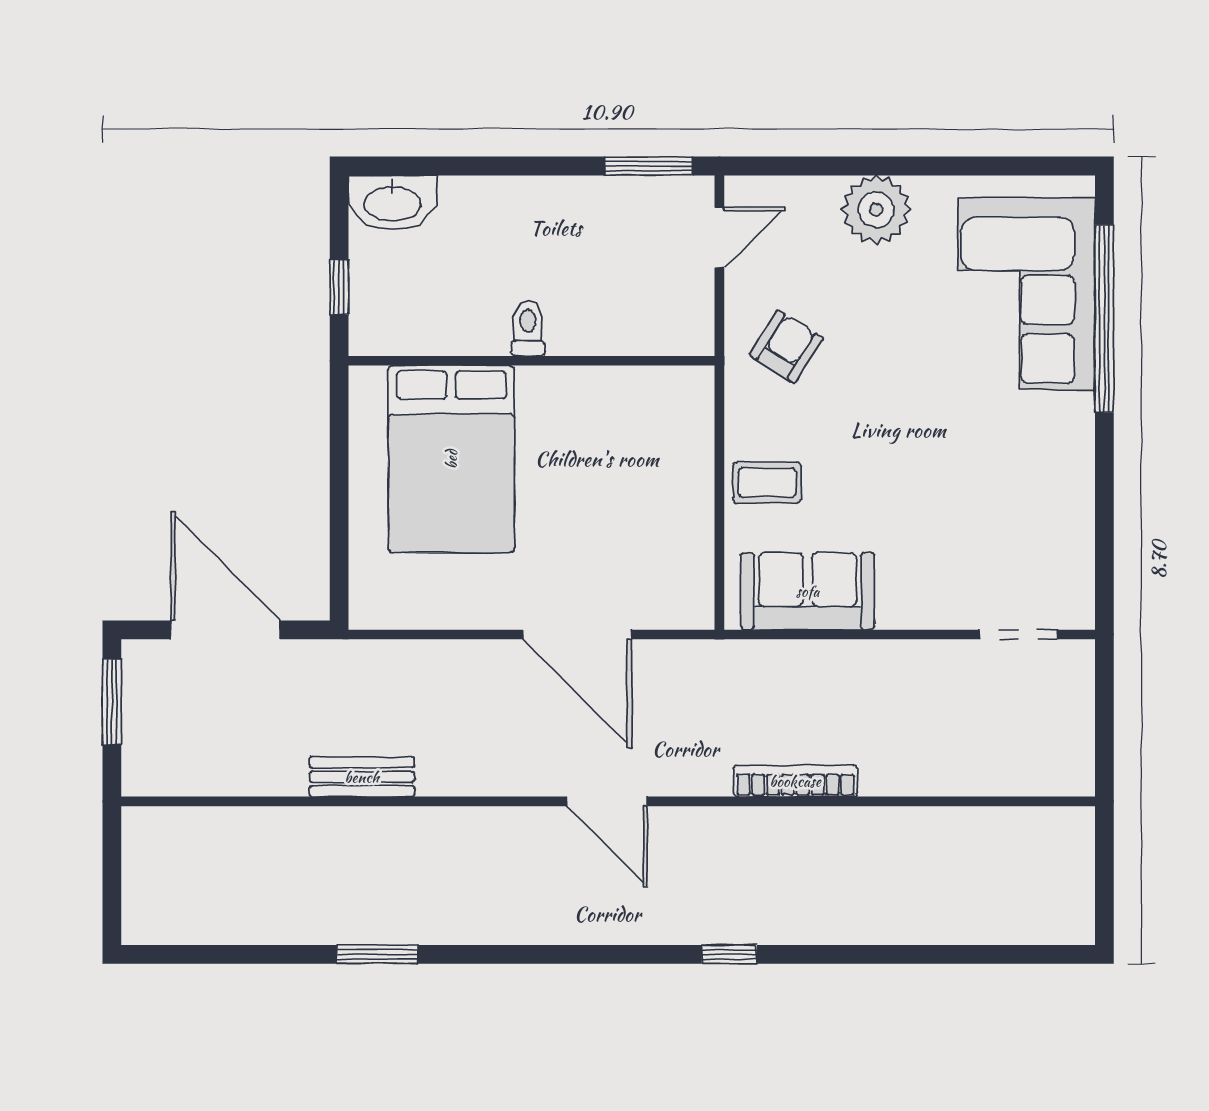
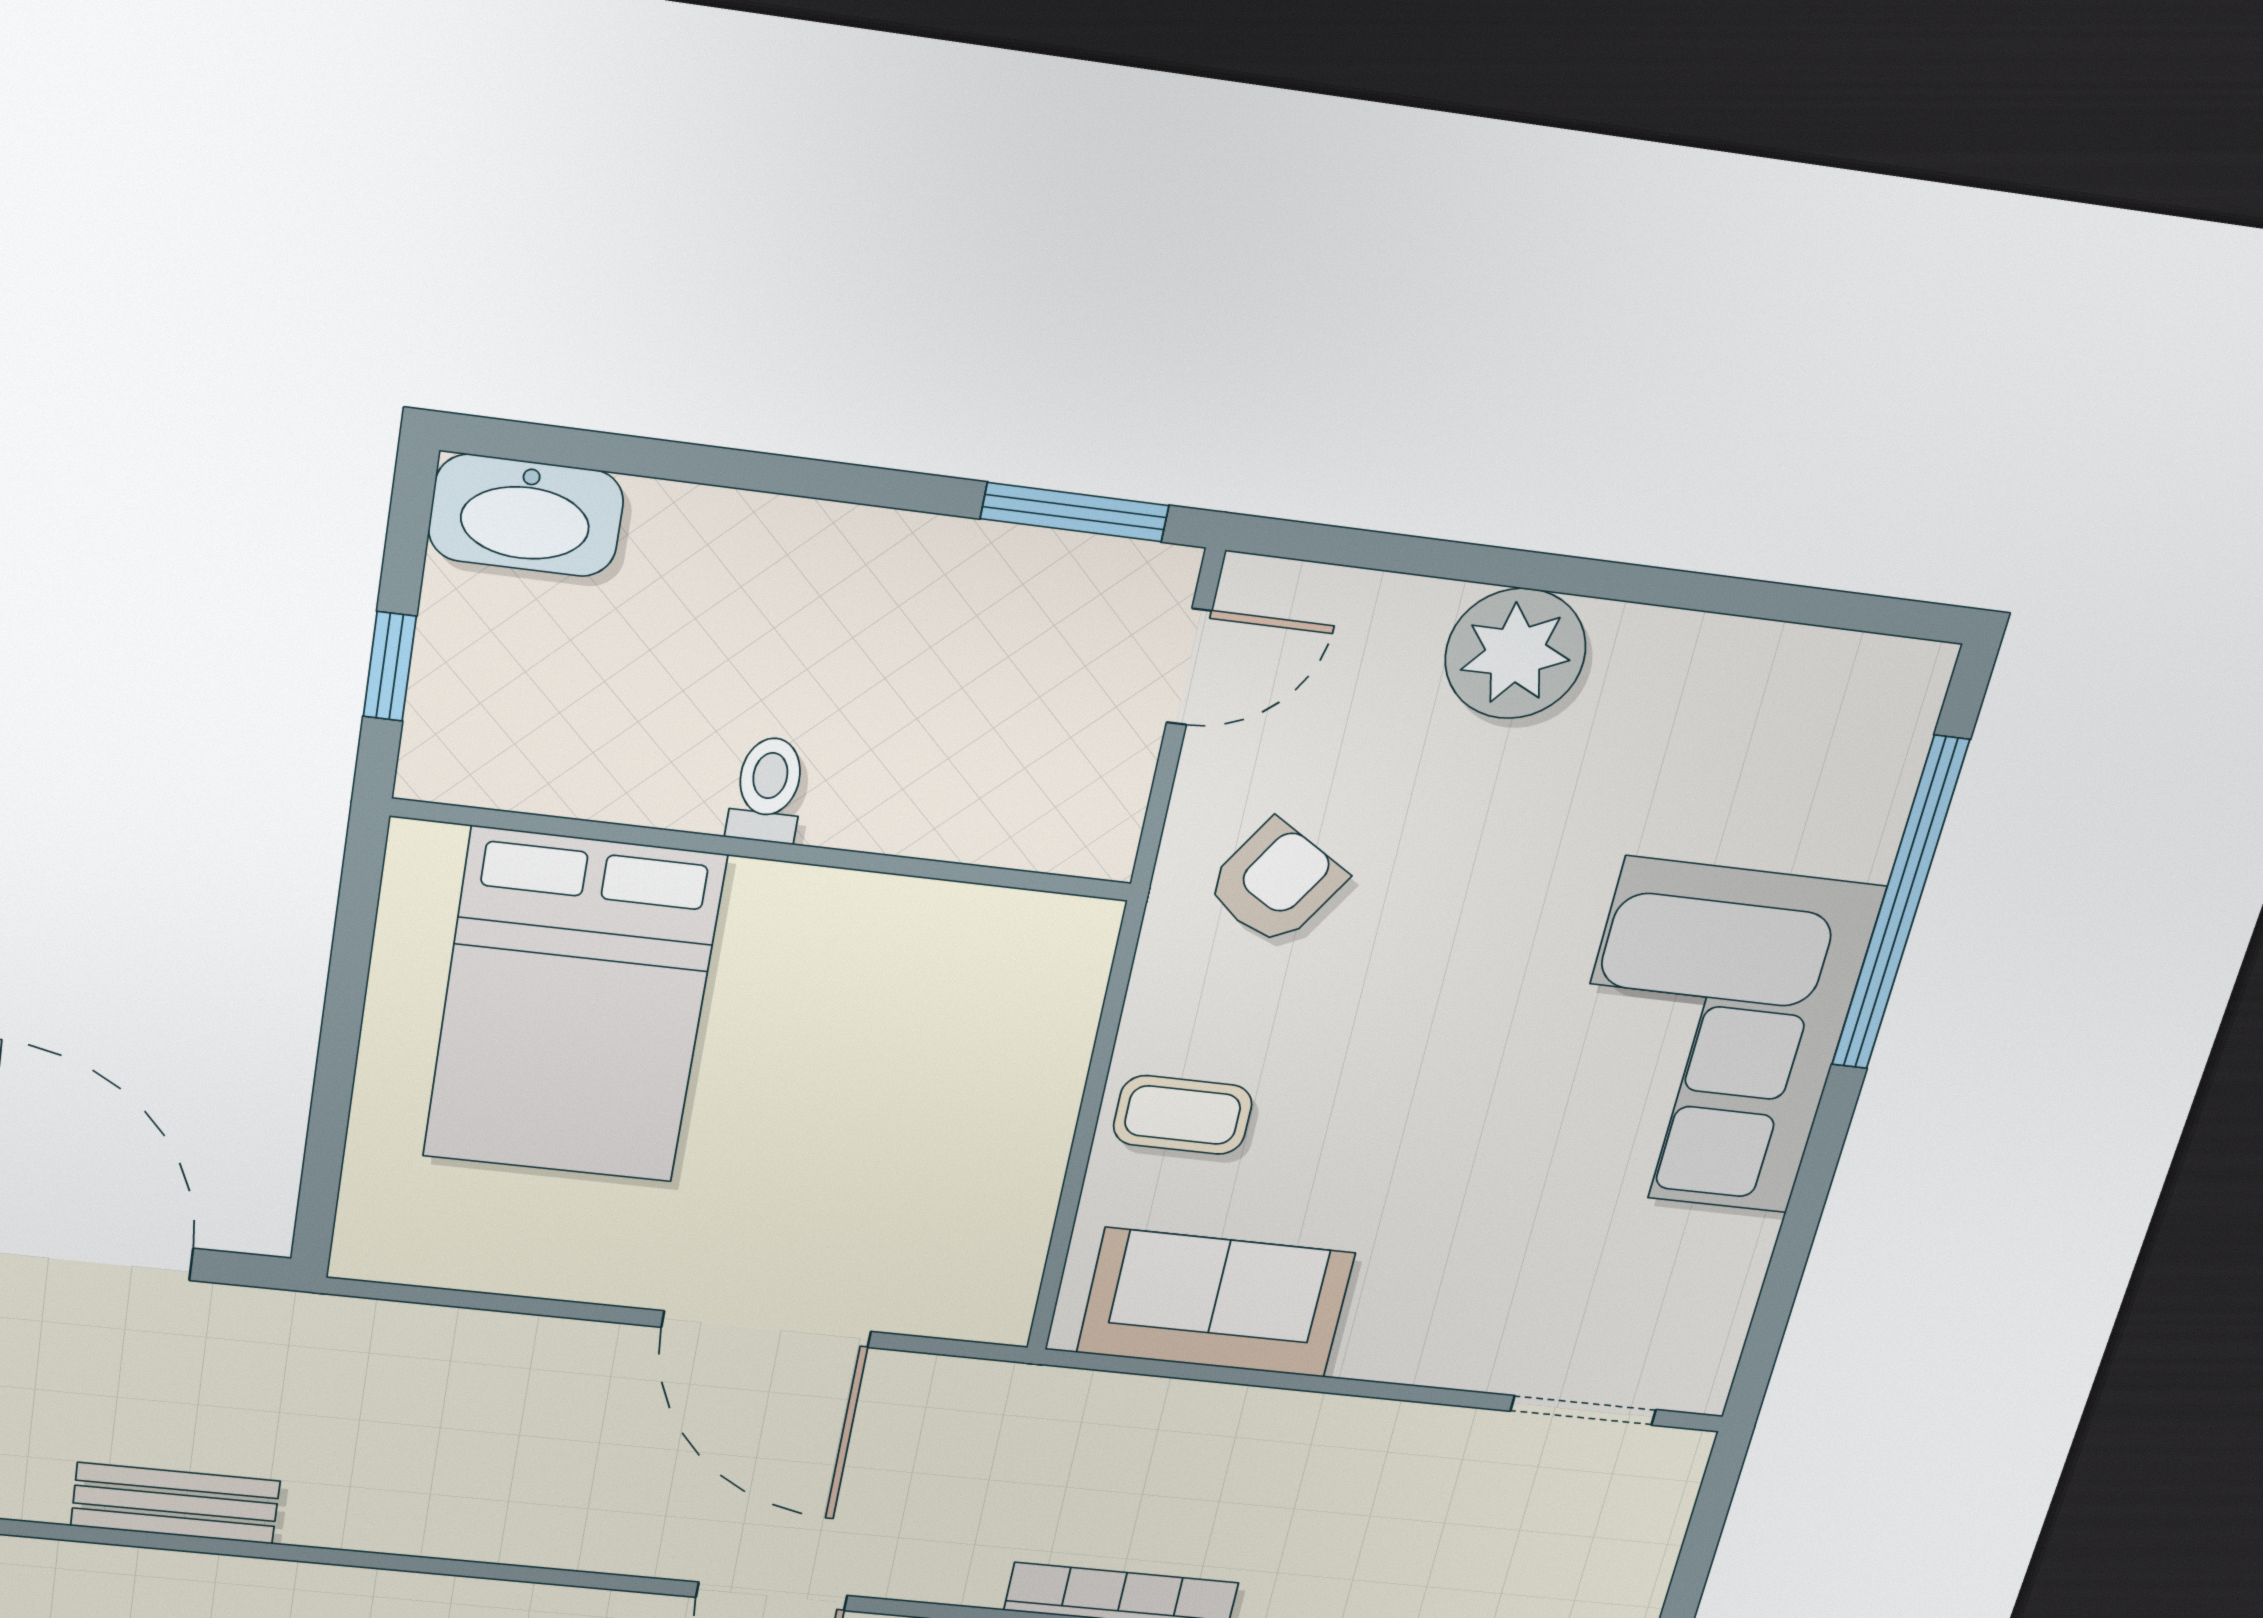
corner sofa: (1026, 294) -> (1708, 1038), moved
bench: (362, 777) -> (175, 1503), moved

